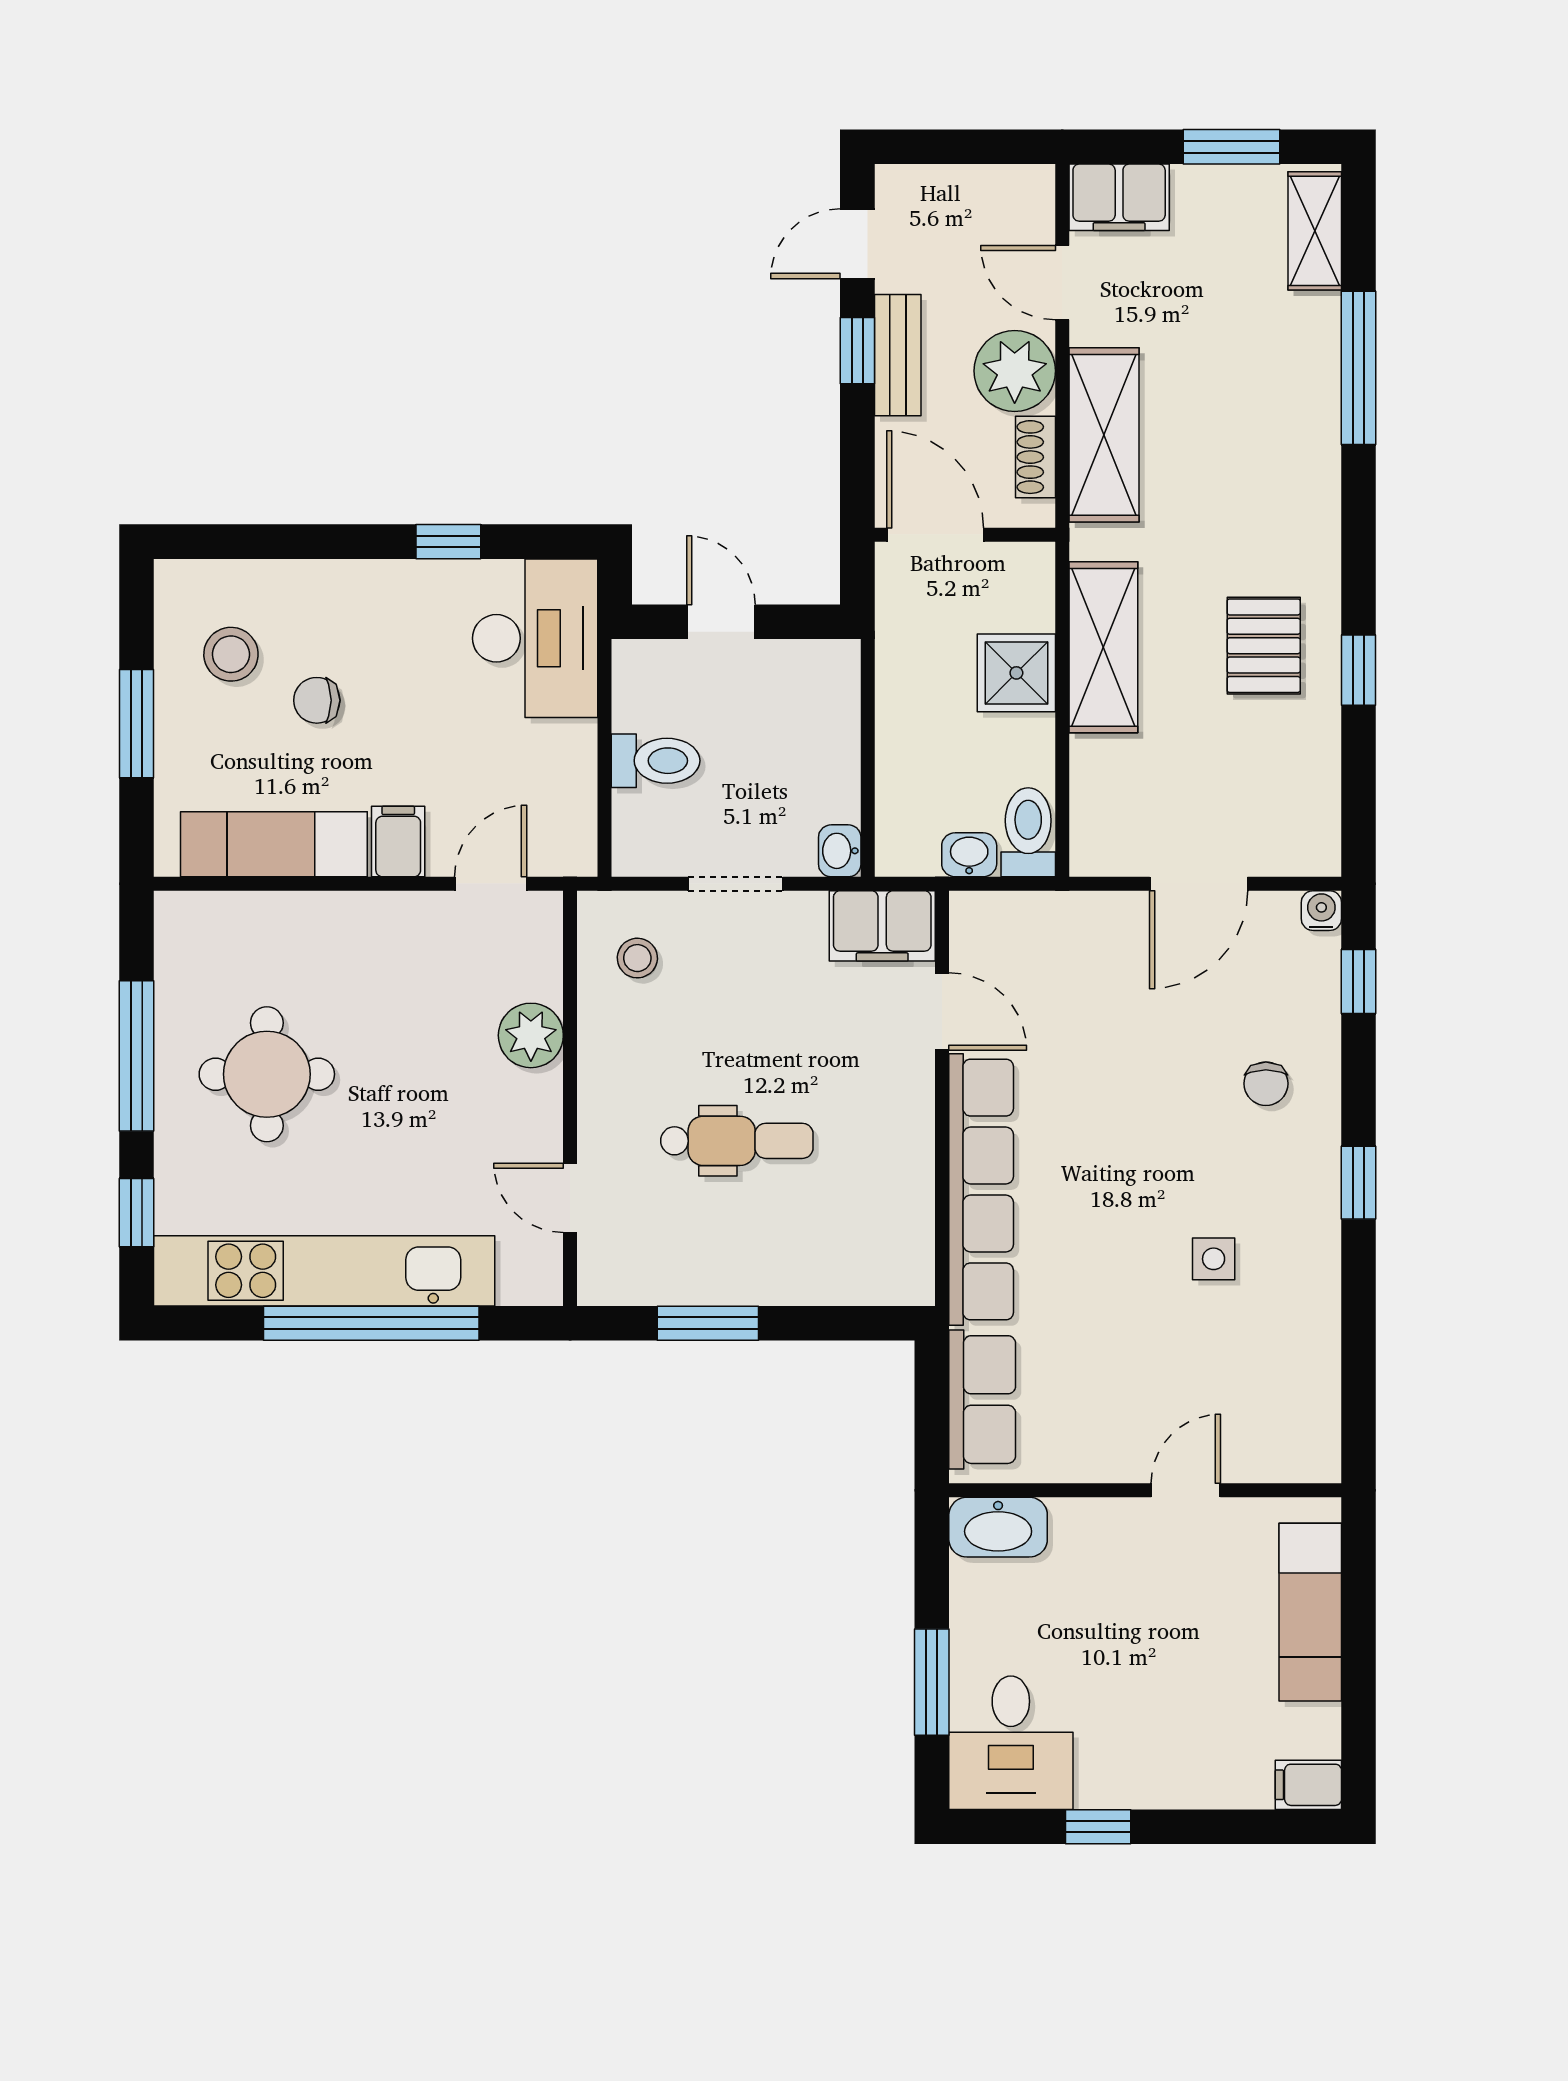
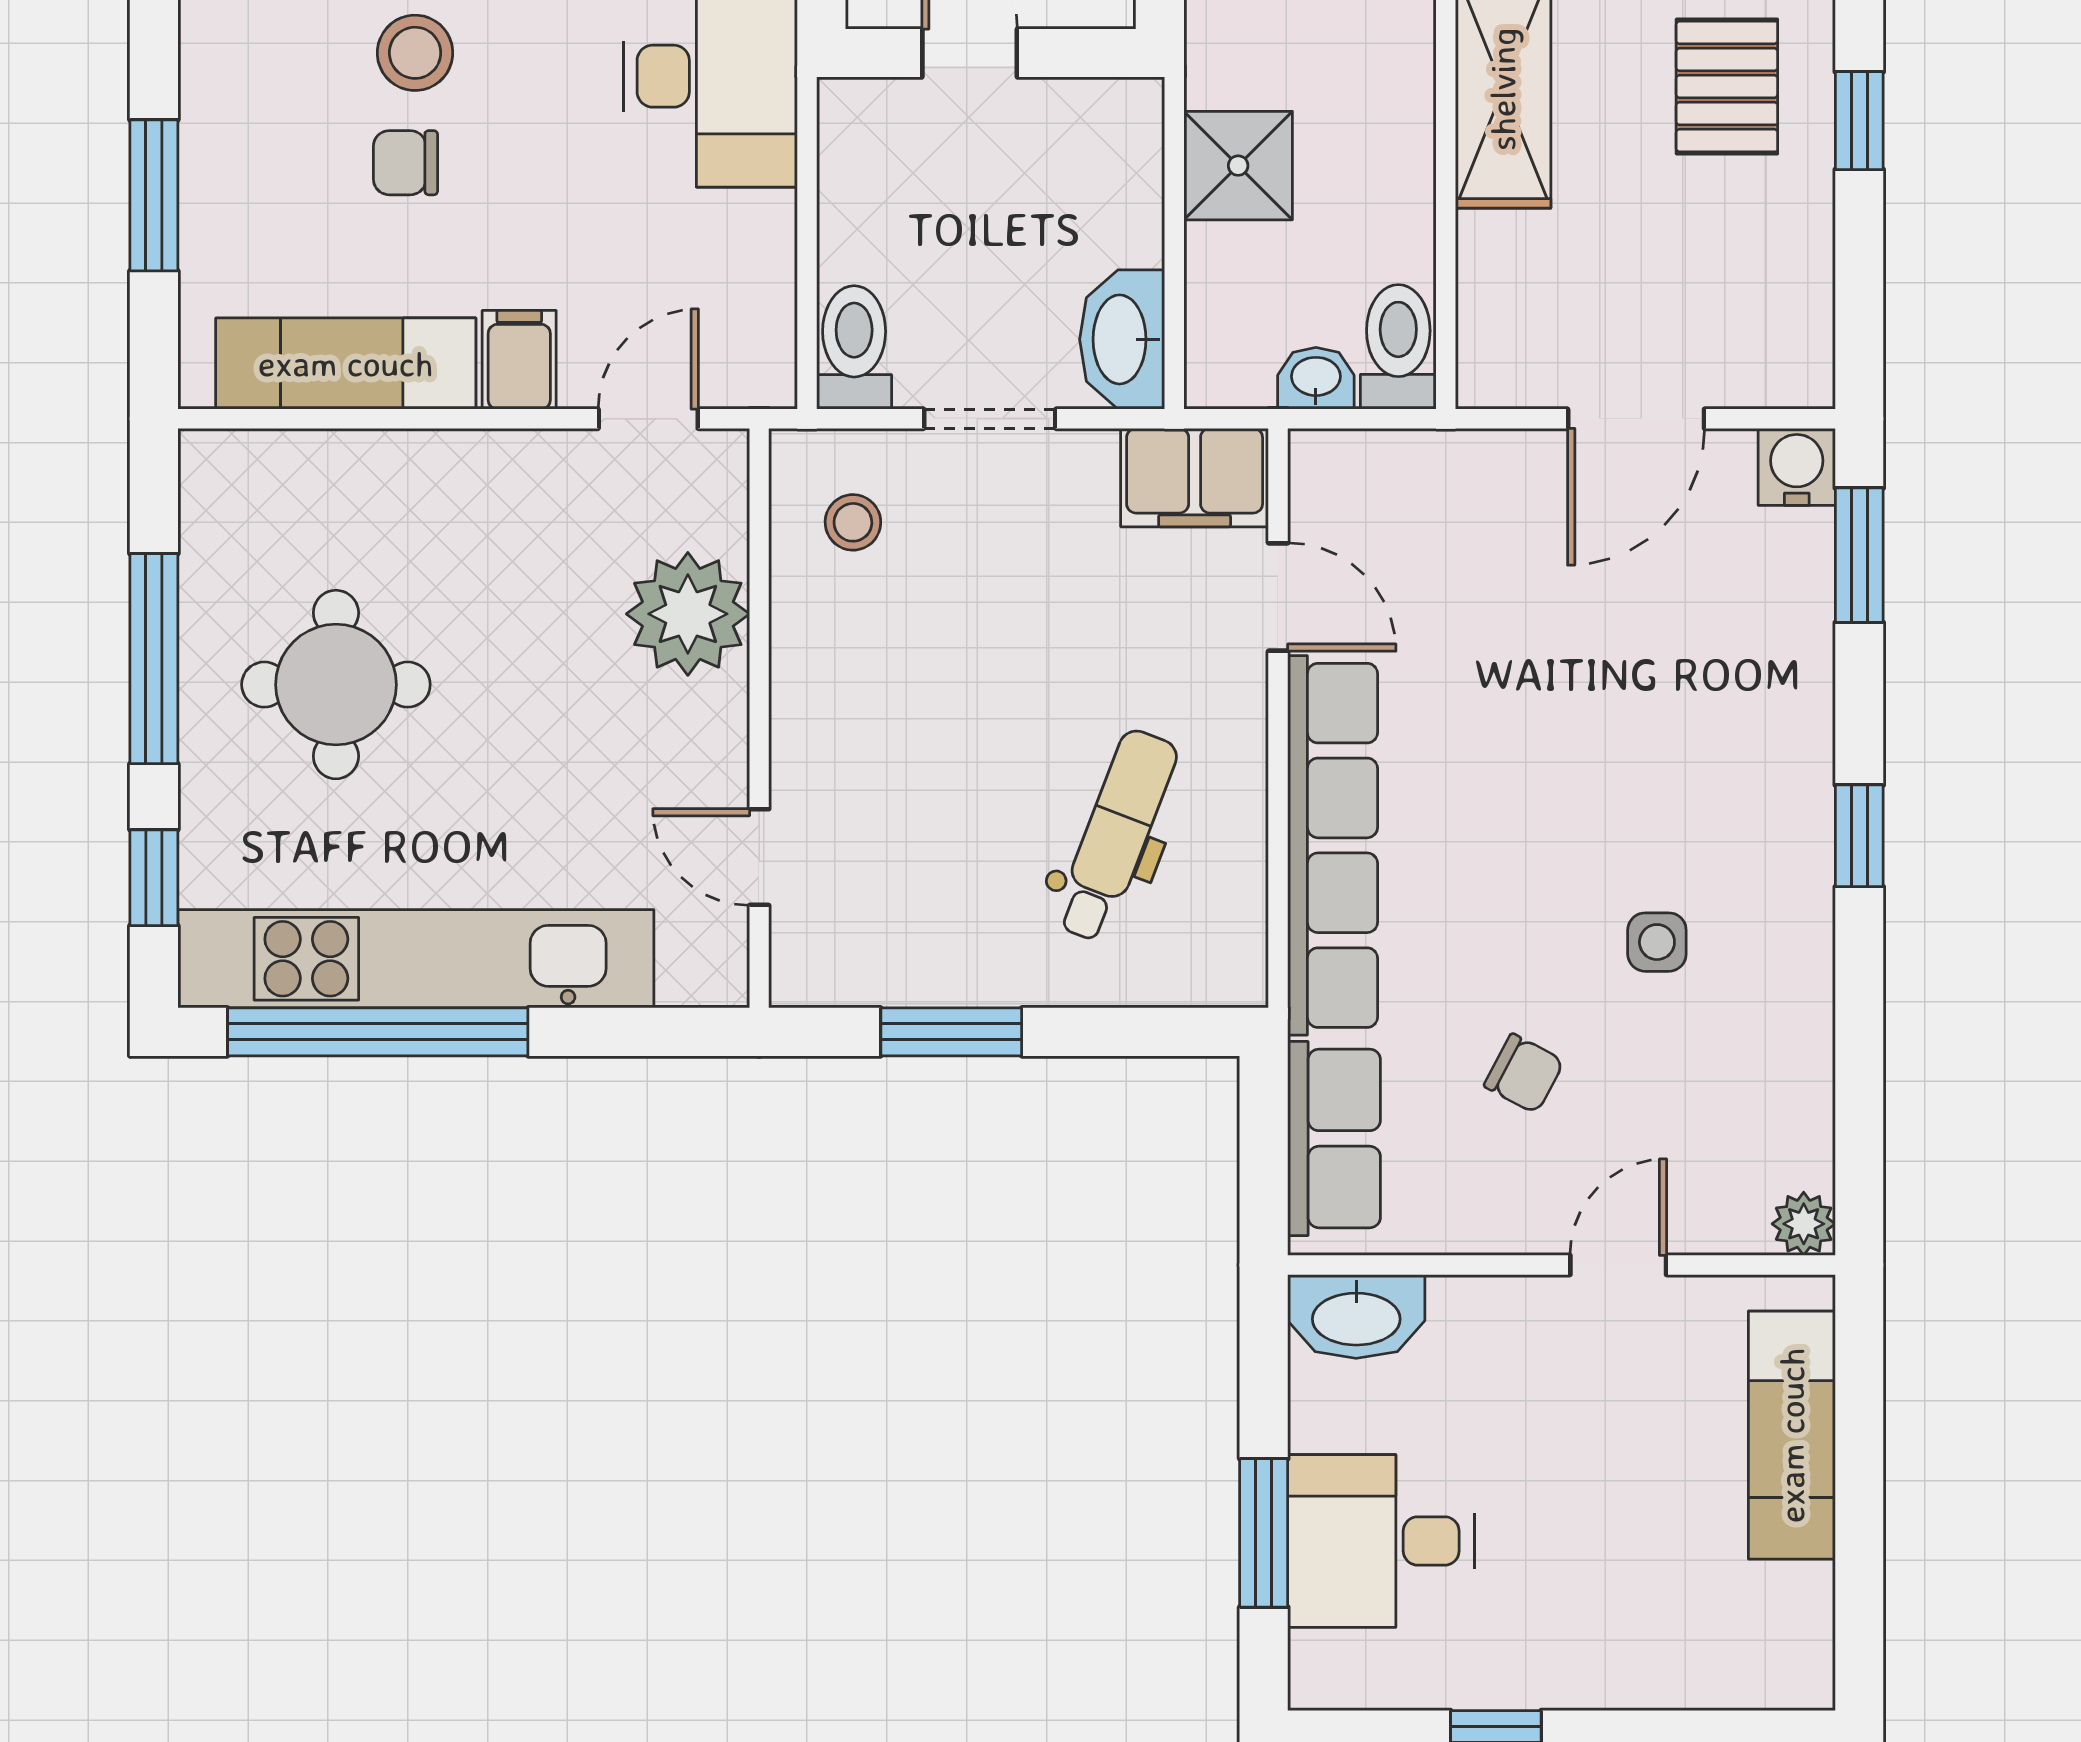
stool: (231, 654) -> (415, 53), moved
shower: (1016, 673) -> (1238, 166), moved
toilet: (656, 761) -> (854, 347), moved, turned -90
washbasin: (840, 851) -> (1122, 339), width x1.91, depth x1.45
water cooler: (1321, 911) -> (1797, 467), width x1.38, depth x1.38
window: (1359, 982) -> (1859, 555), width x1.50
plant: (531, 1035) -> (688, 614), width x1.36, depth x1.36
chair: (1266, 1084) -> (1524, 1073), moved, turned -62
dental chair: (737, 1141) -> (1116, 836), moved, turned -69
window: (371, 1323) -> (378, 1032), moved
plant: (1319, 1461) -> (1804, 1224), added
desk: (1011, 1743) -> (1381, 1541), moved, turned 90
filing cabinet: (1308, 1785) -> (1789, 1676), removed

